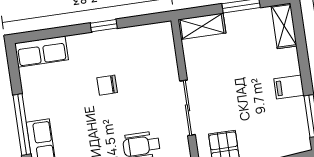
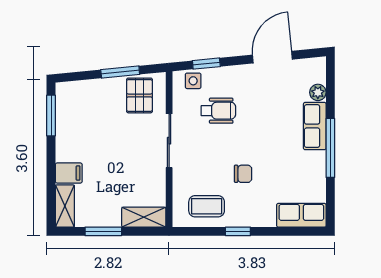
coffee table: (140, 47) -> (207, 206), added
filing cabinet: (289, 87) -> (69, 173), moved

